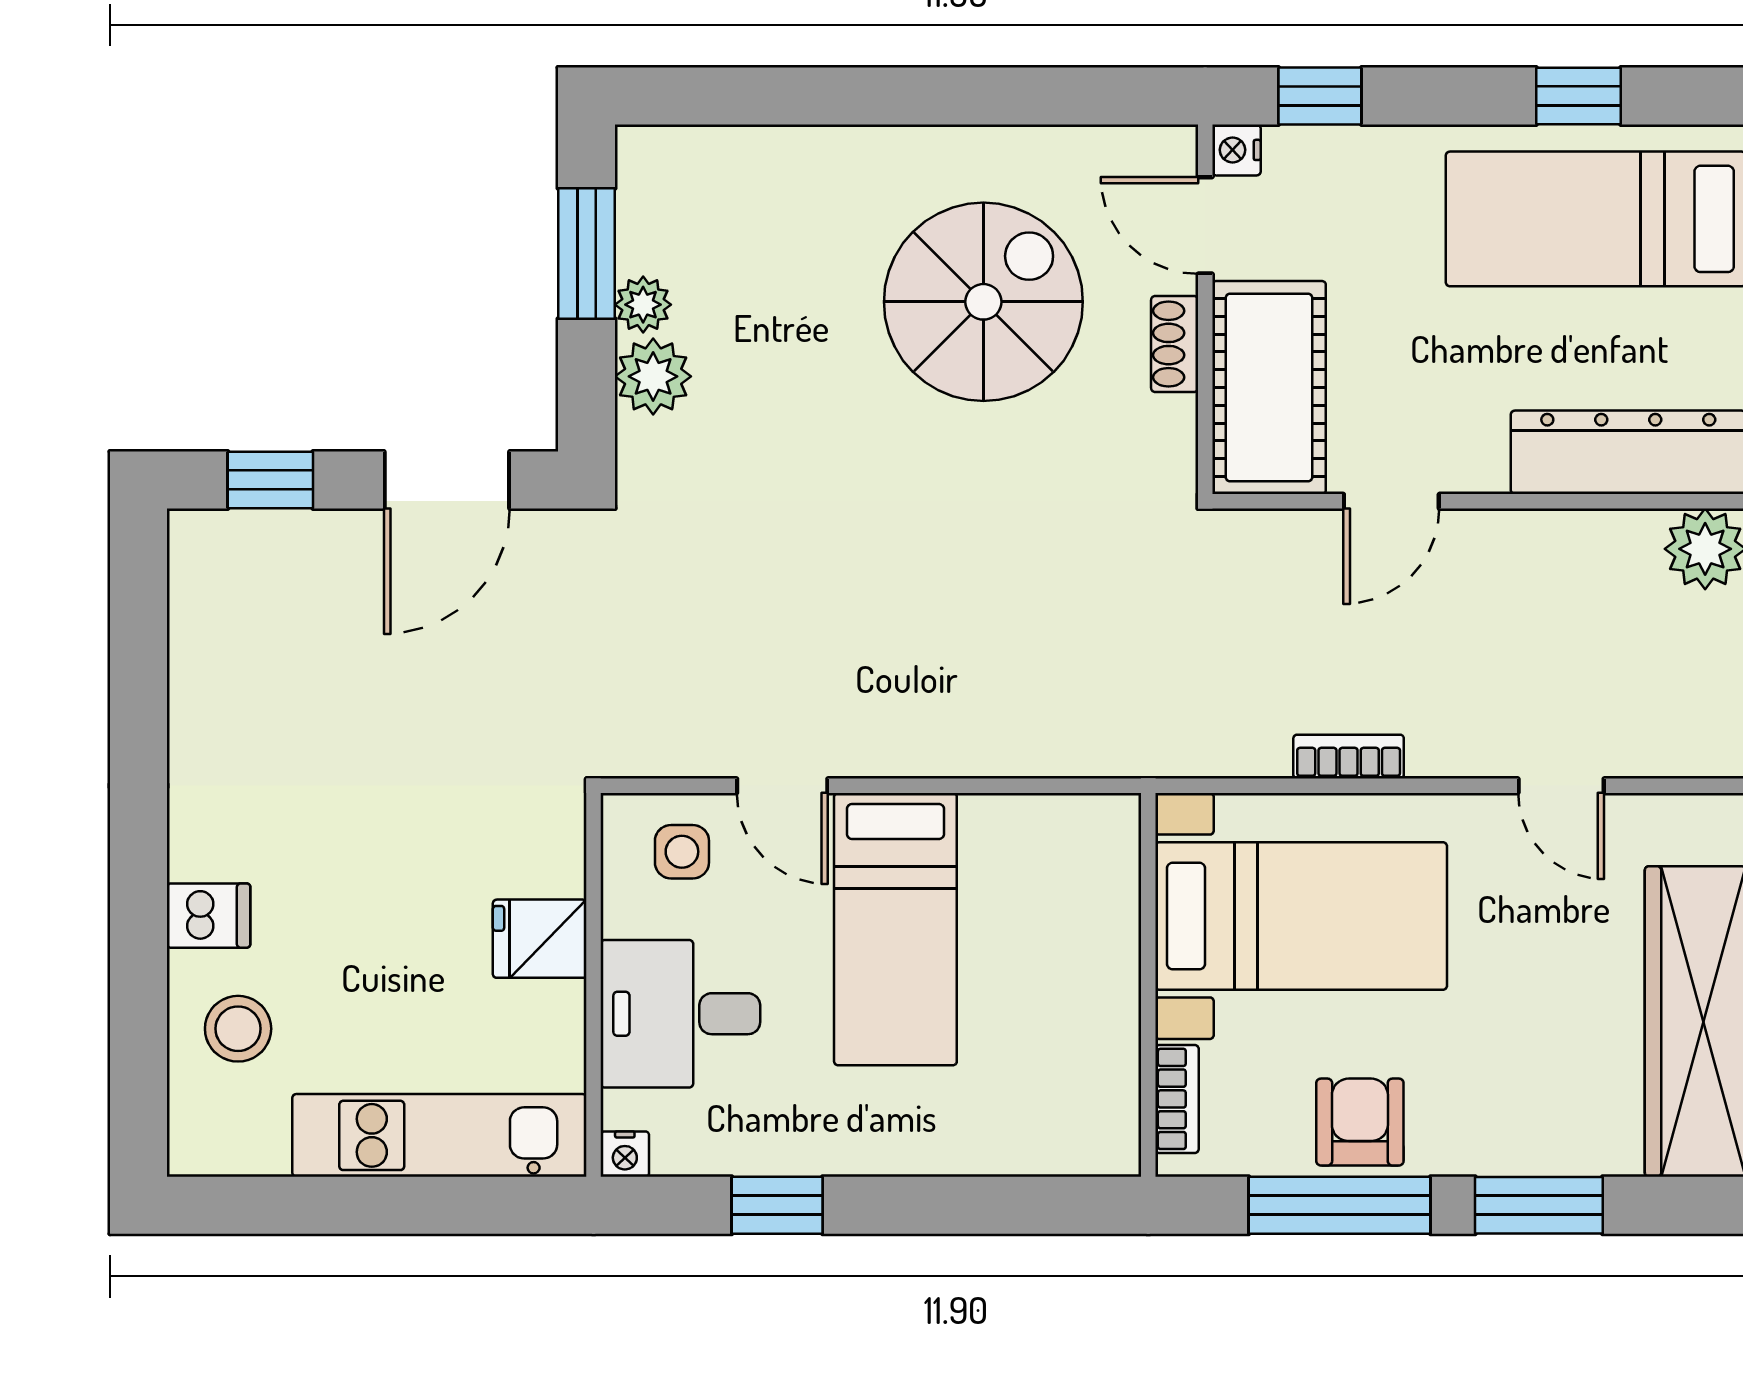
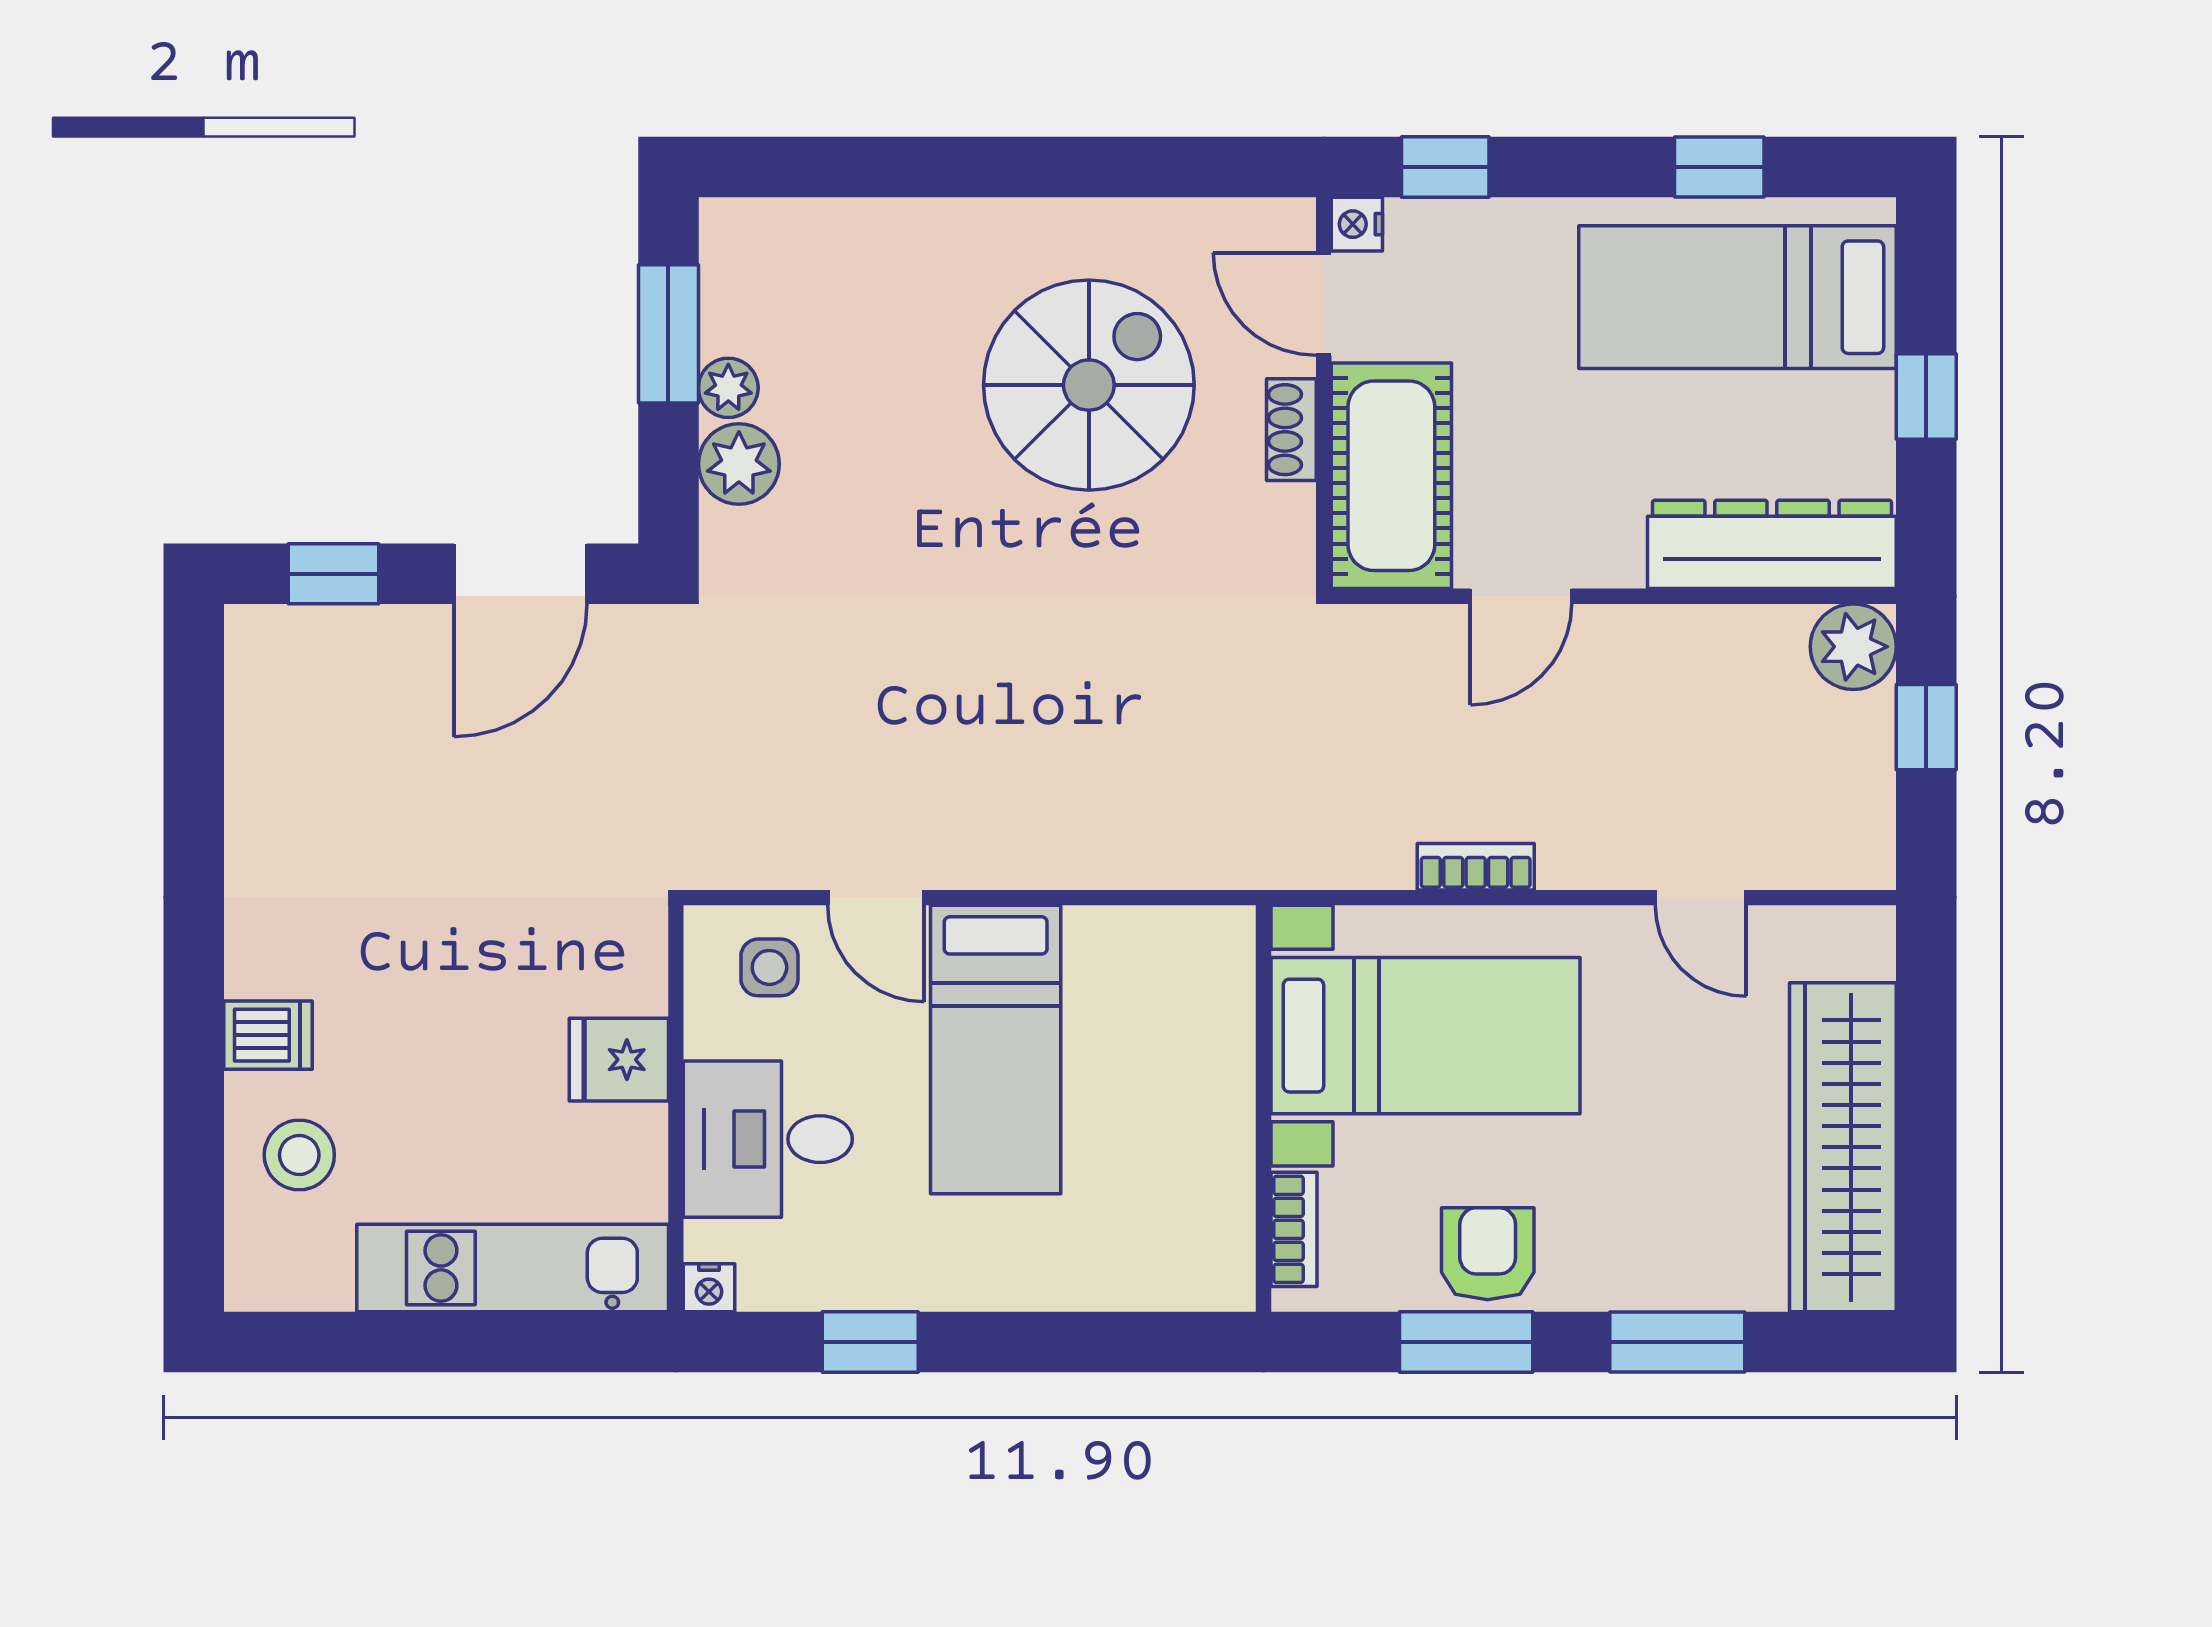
window: (1340, 1205) -> (1466, 1342), width x0.69

